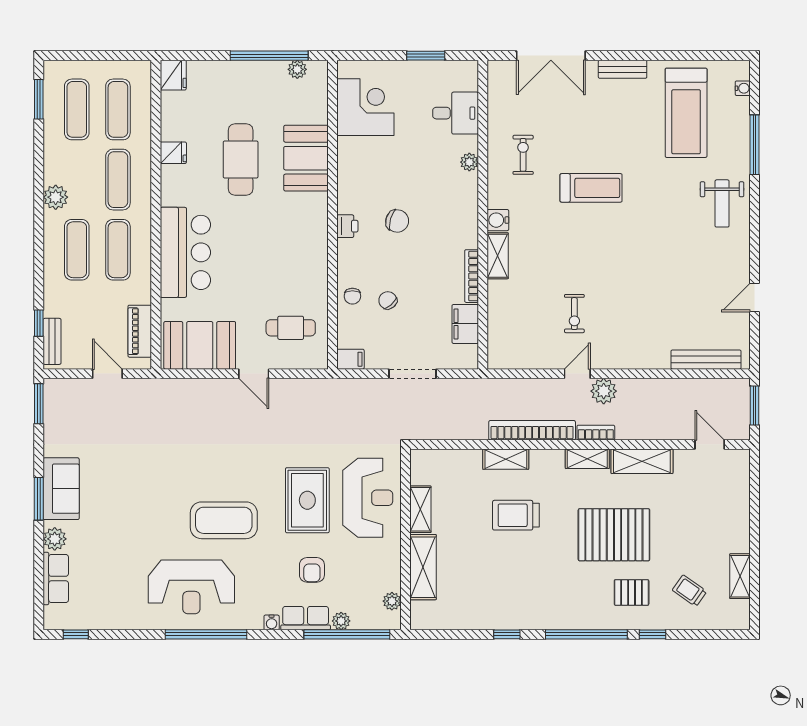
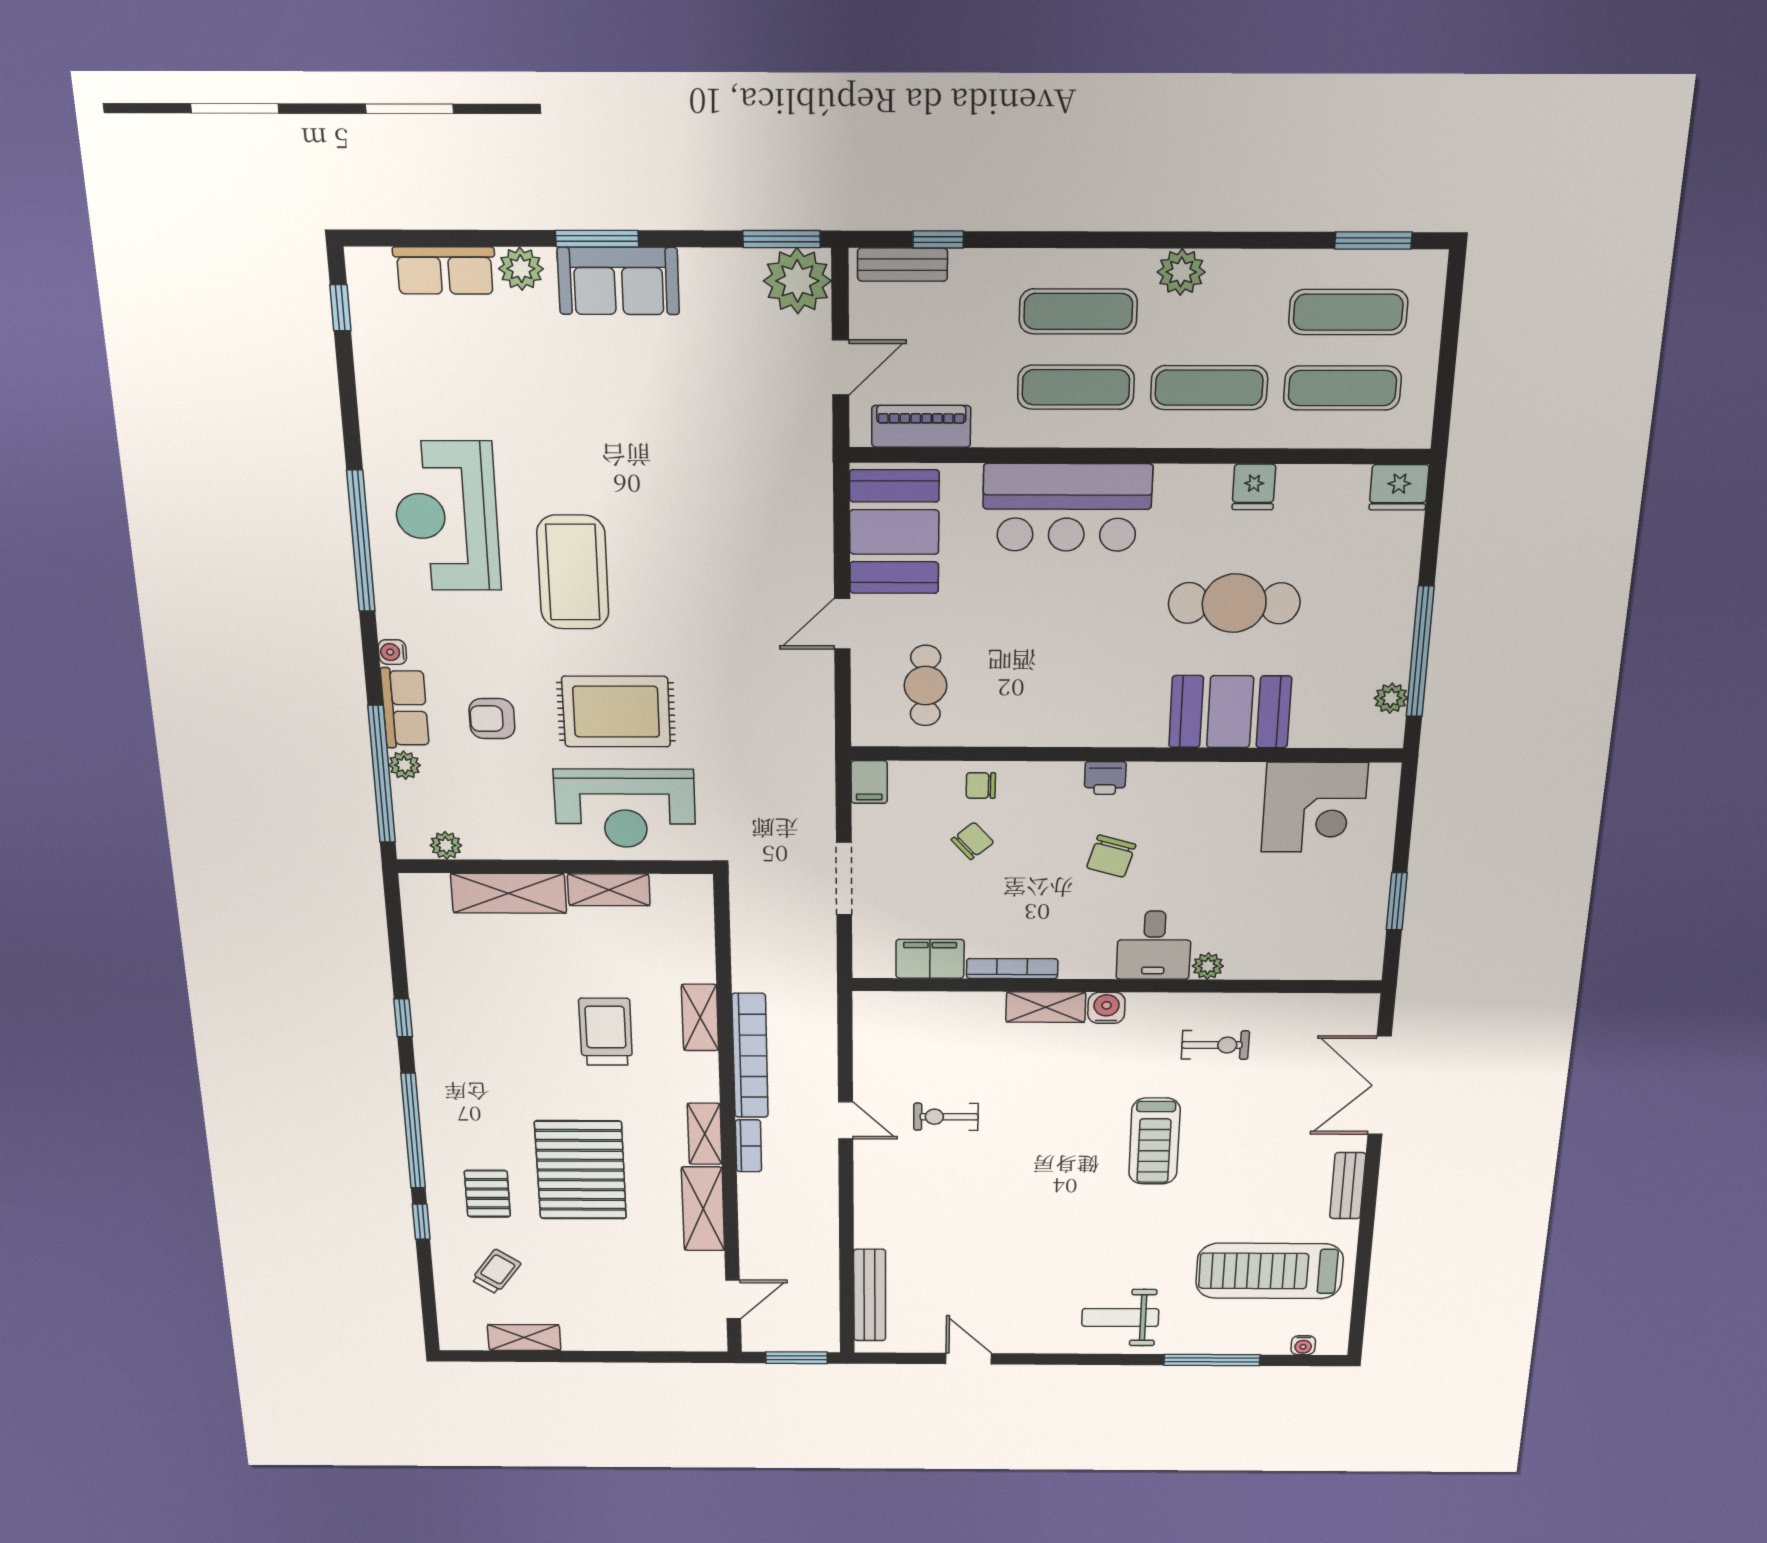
desk: (456, 113) -> (1154, 945), moved
plant: (604, 391) -> (797, 281), moved, width x1.36, depth x1.36

